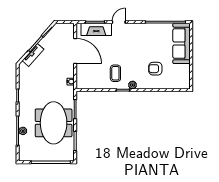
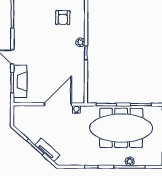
door: (75, 51) -> (58, 104), moved
coffee table: (115, 73) -> (68, 61), removed
meeting table: (54, 123) -> (121, 128), width x1.36

